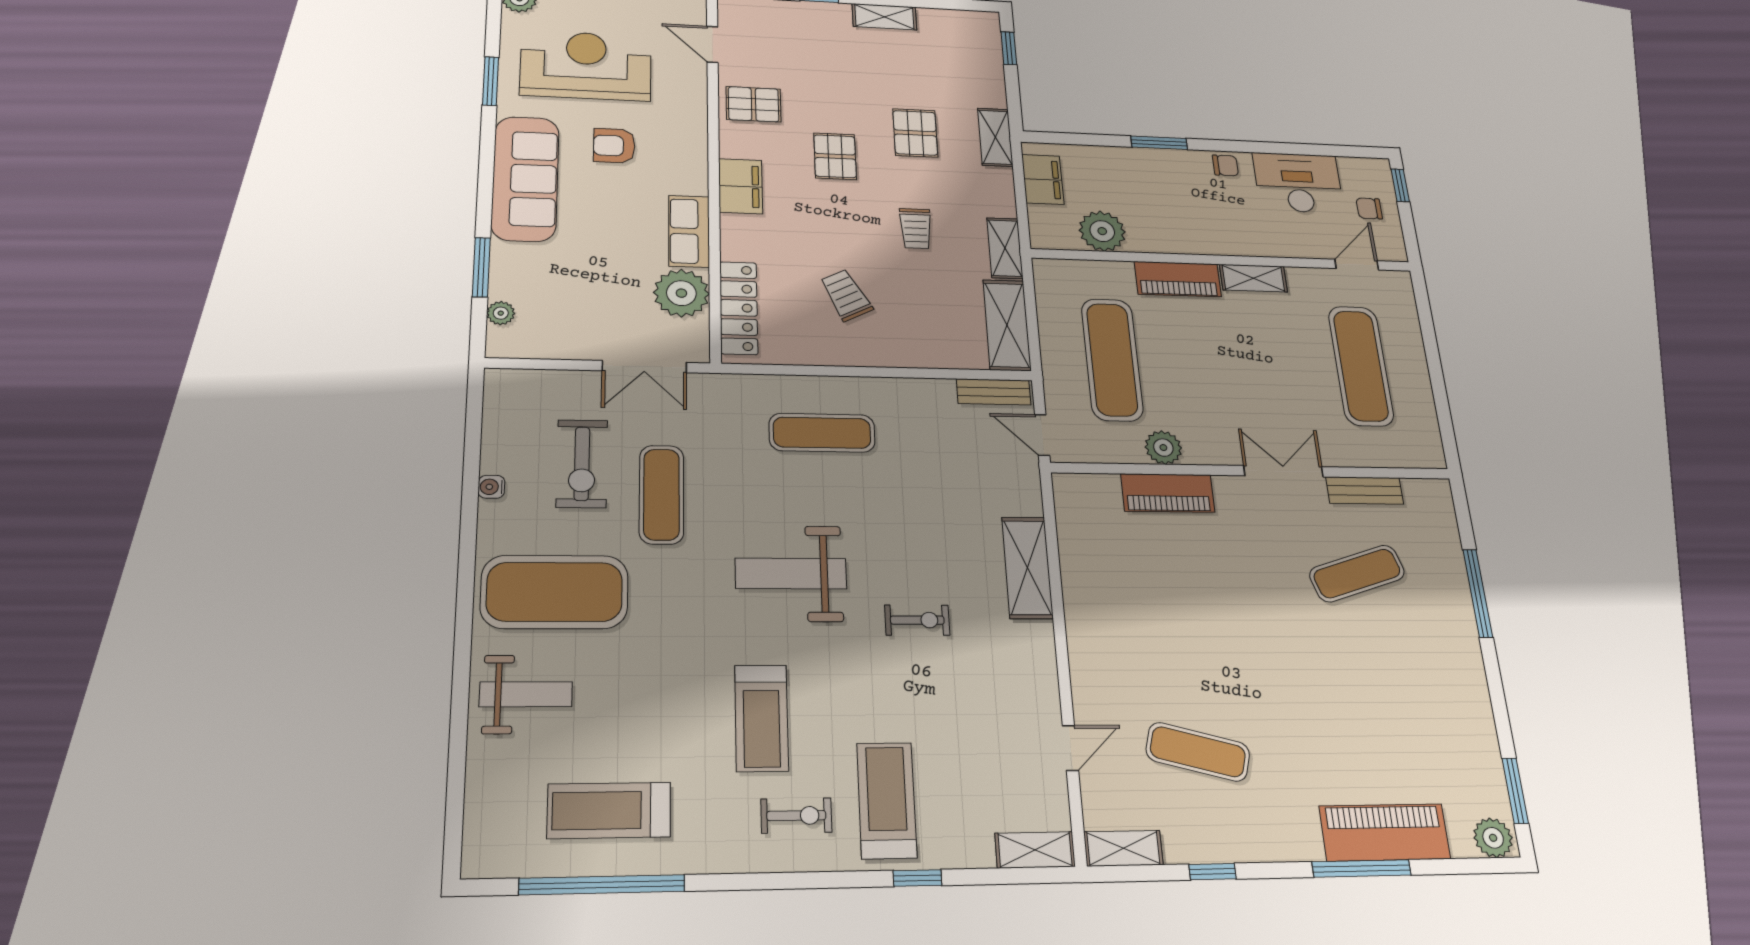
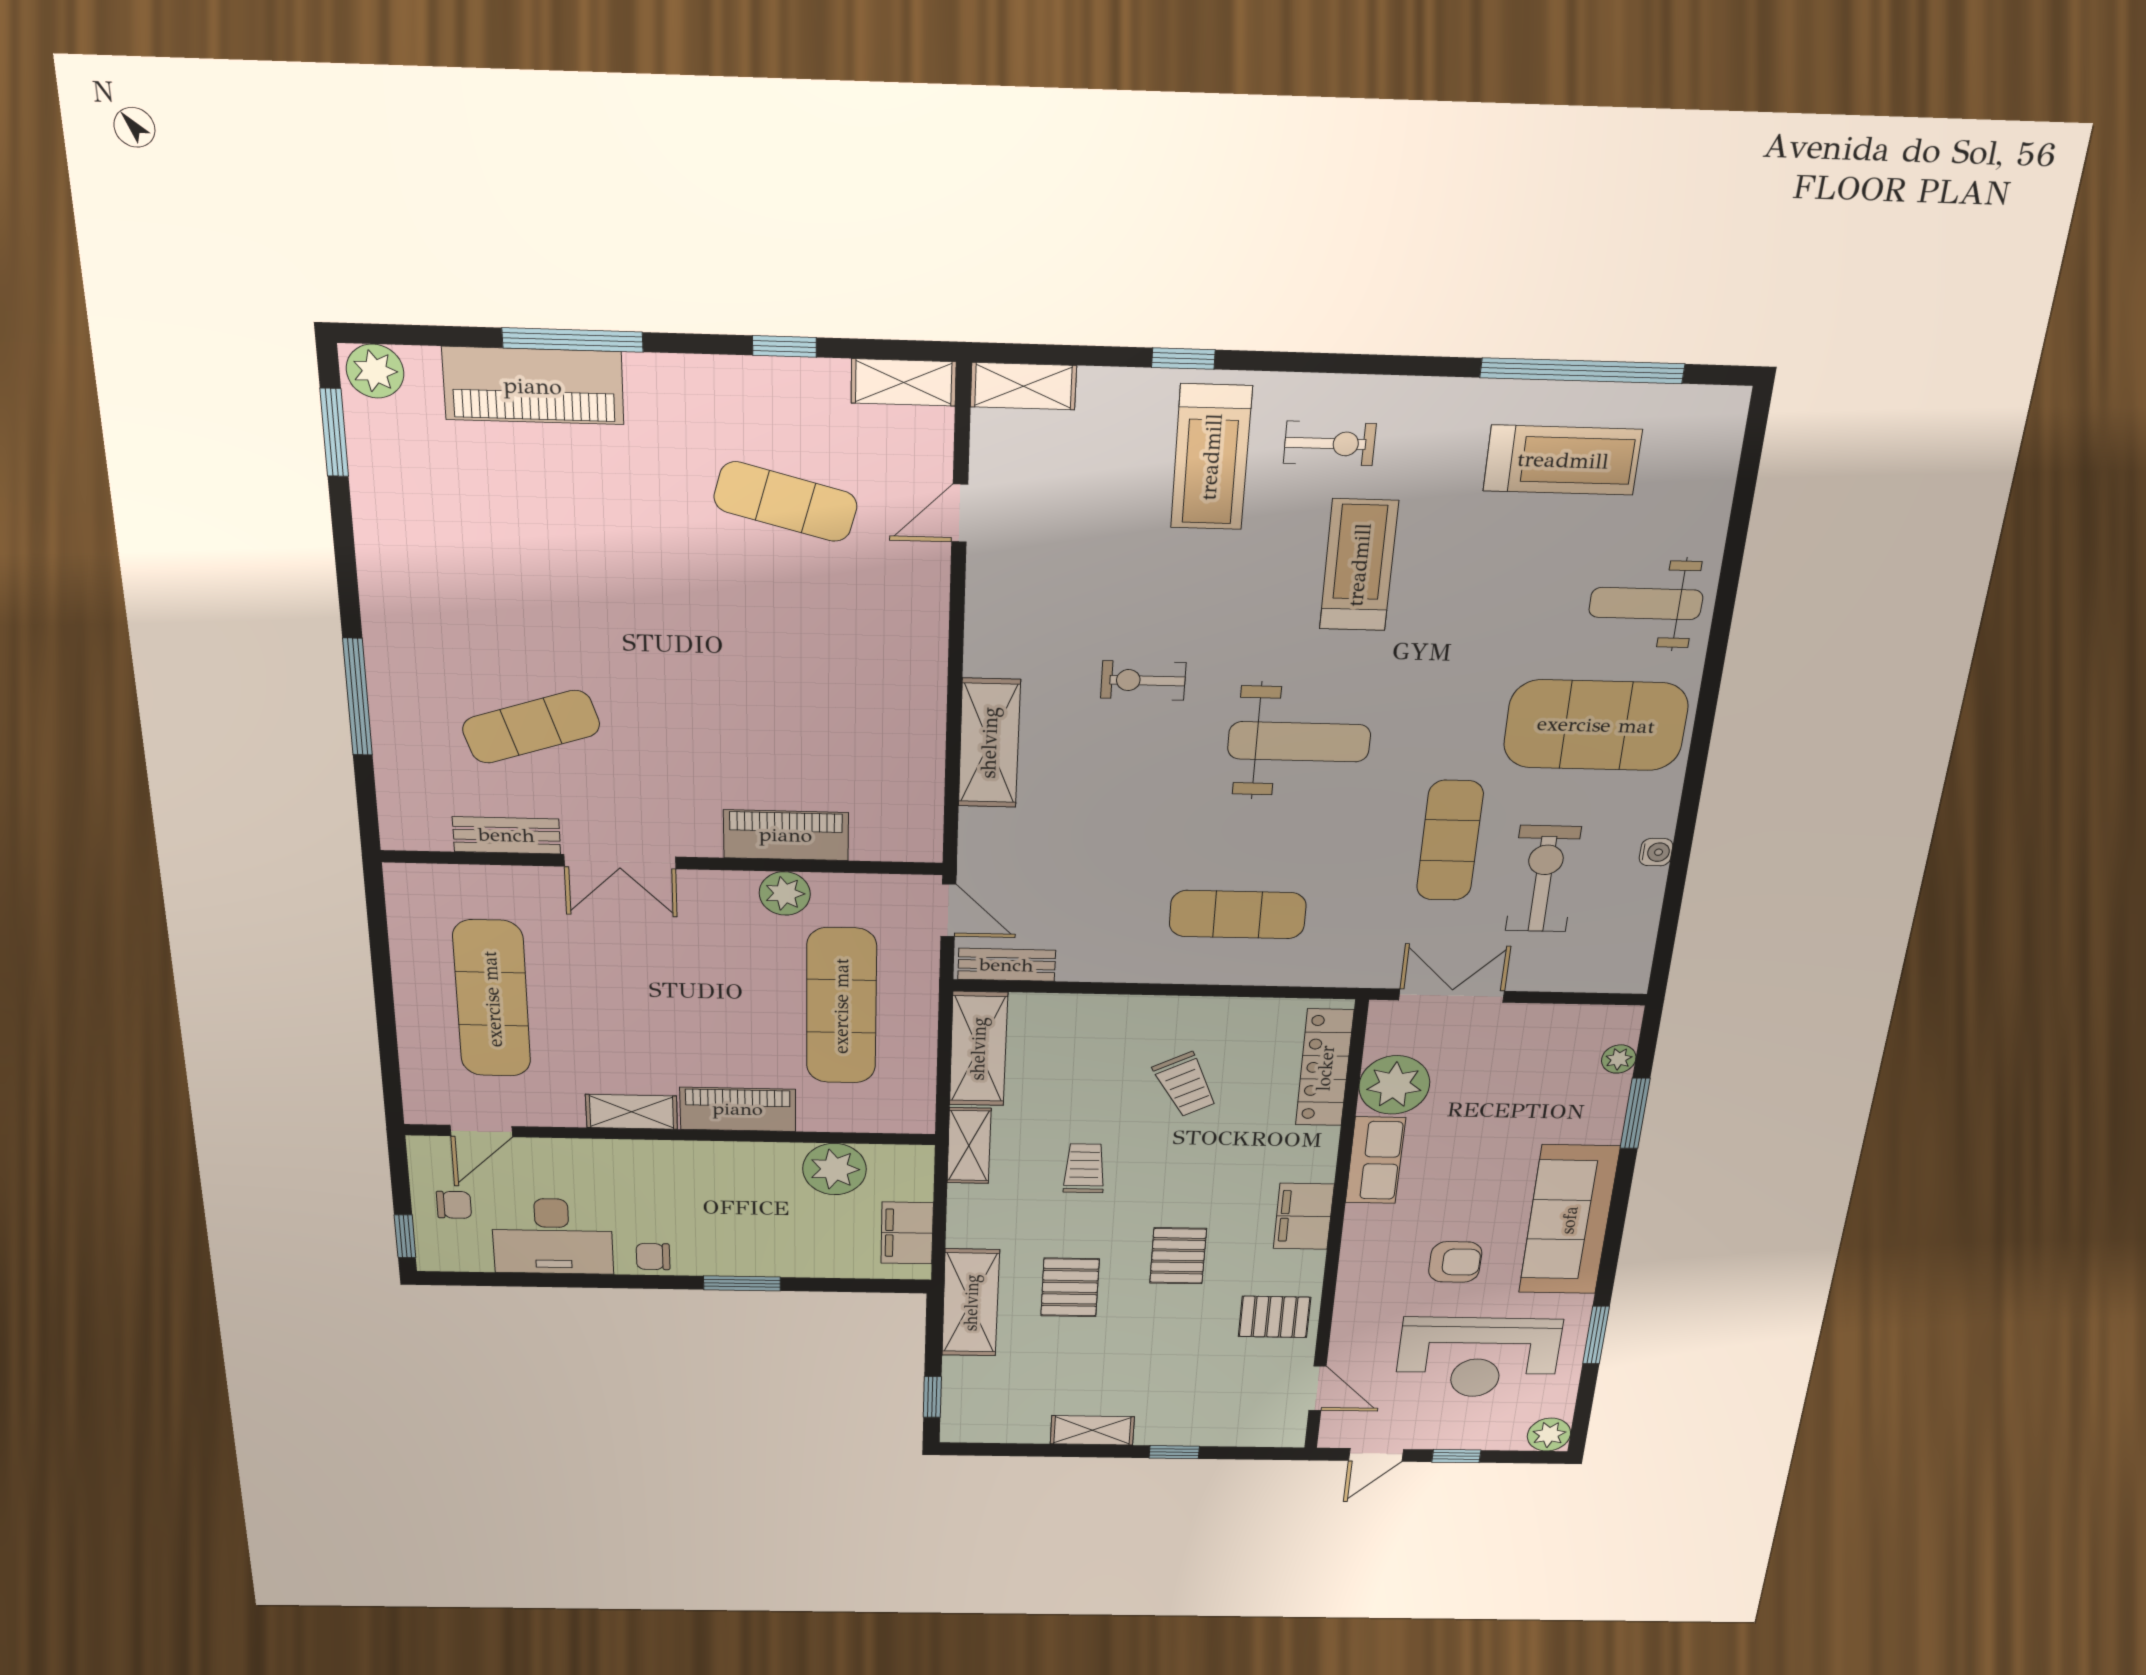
shelving: (995, 137) -> (971, 1303), width x1.50, depth x1.33
exercise bike: (796, 816) -> (1330, 443), turned 180

